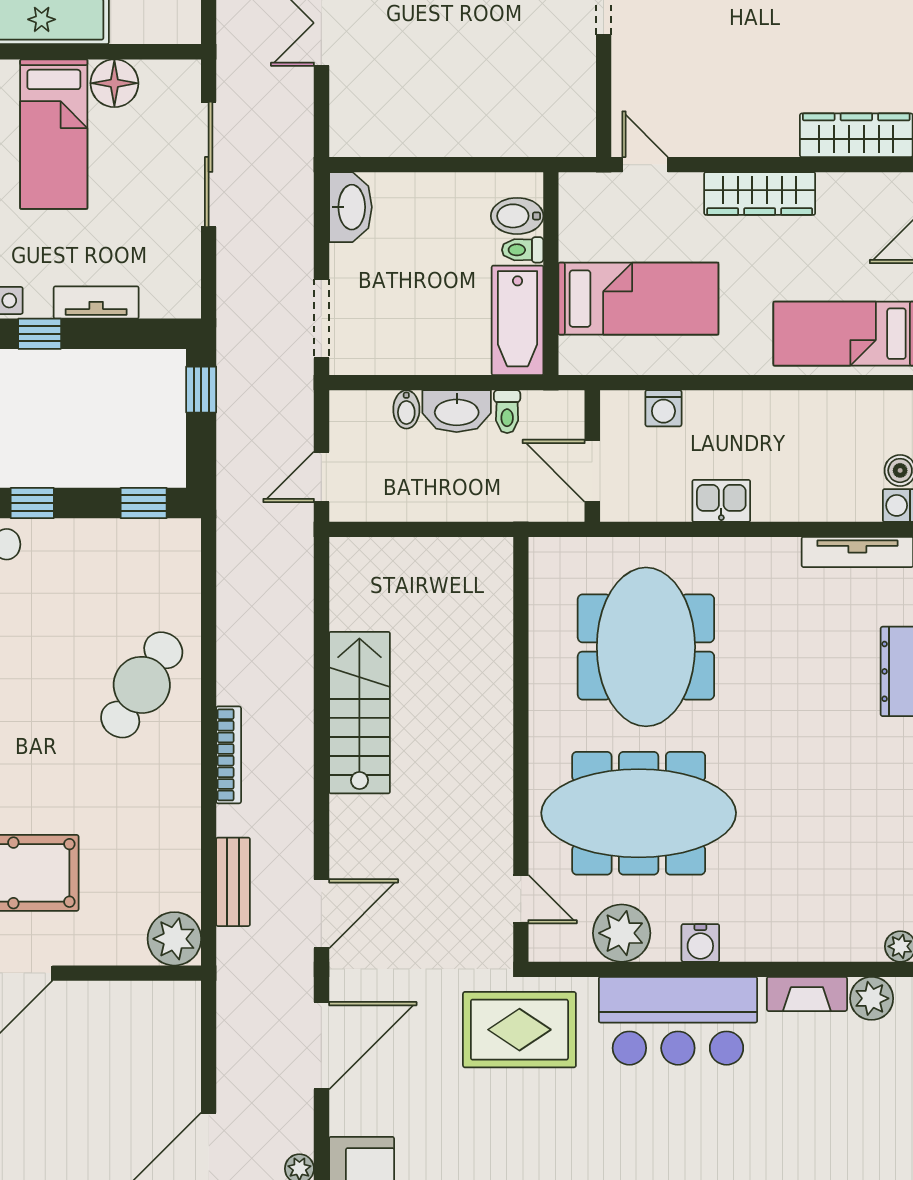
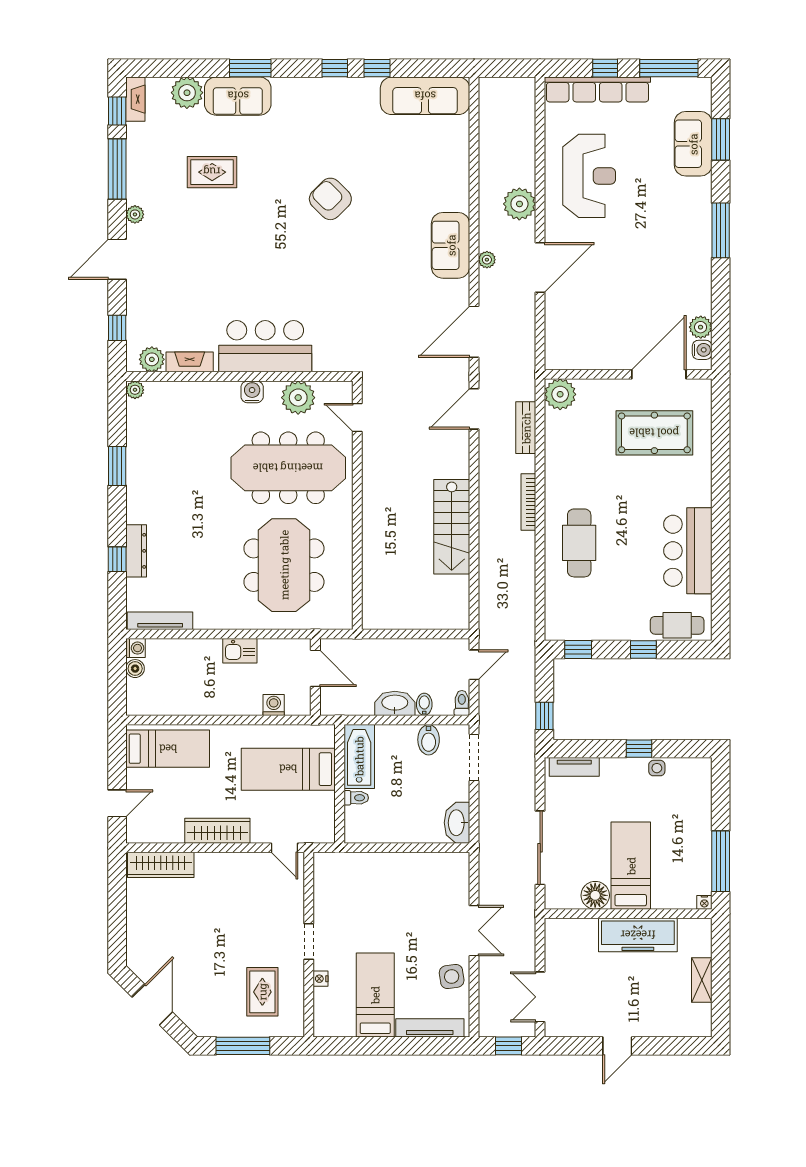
bidet: (517, 216) -> (429, 740), moved, turned 90
tv unit: (96, 303) -> (574, 767), moved
toilet: (507, 412) -> (462, 703), moved
cafe table: (142, 685) -> (579, 543), turned -32
rug: (519, 1030) -> (358, 341), removed

